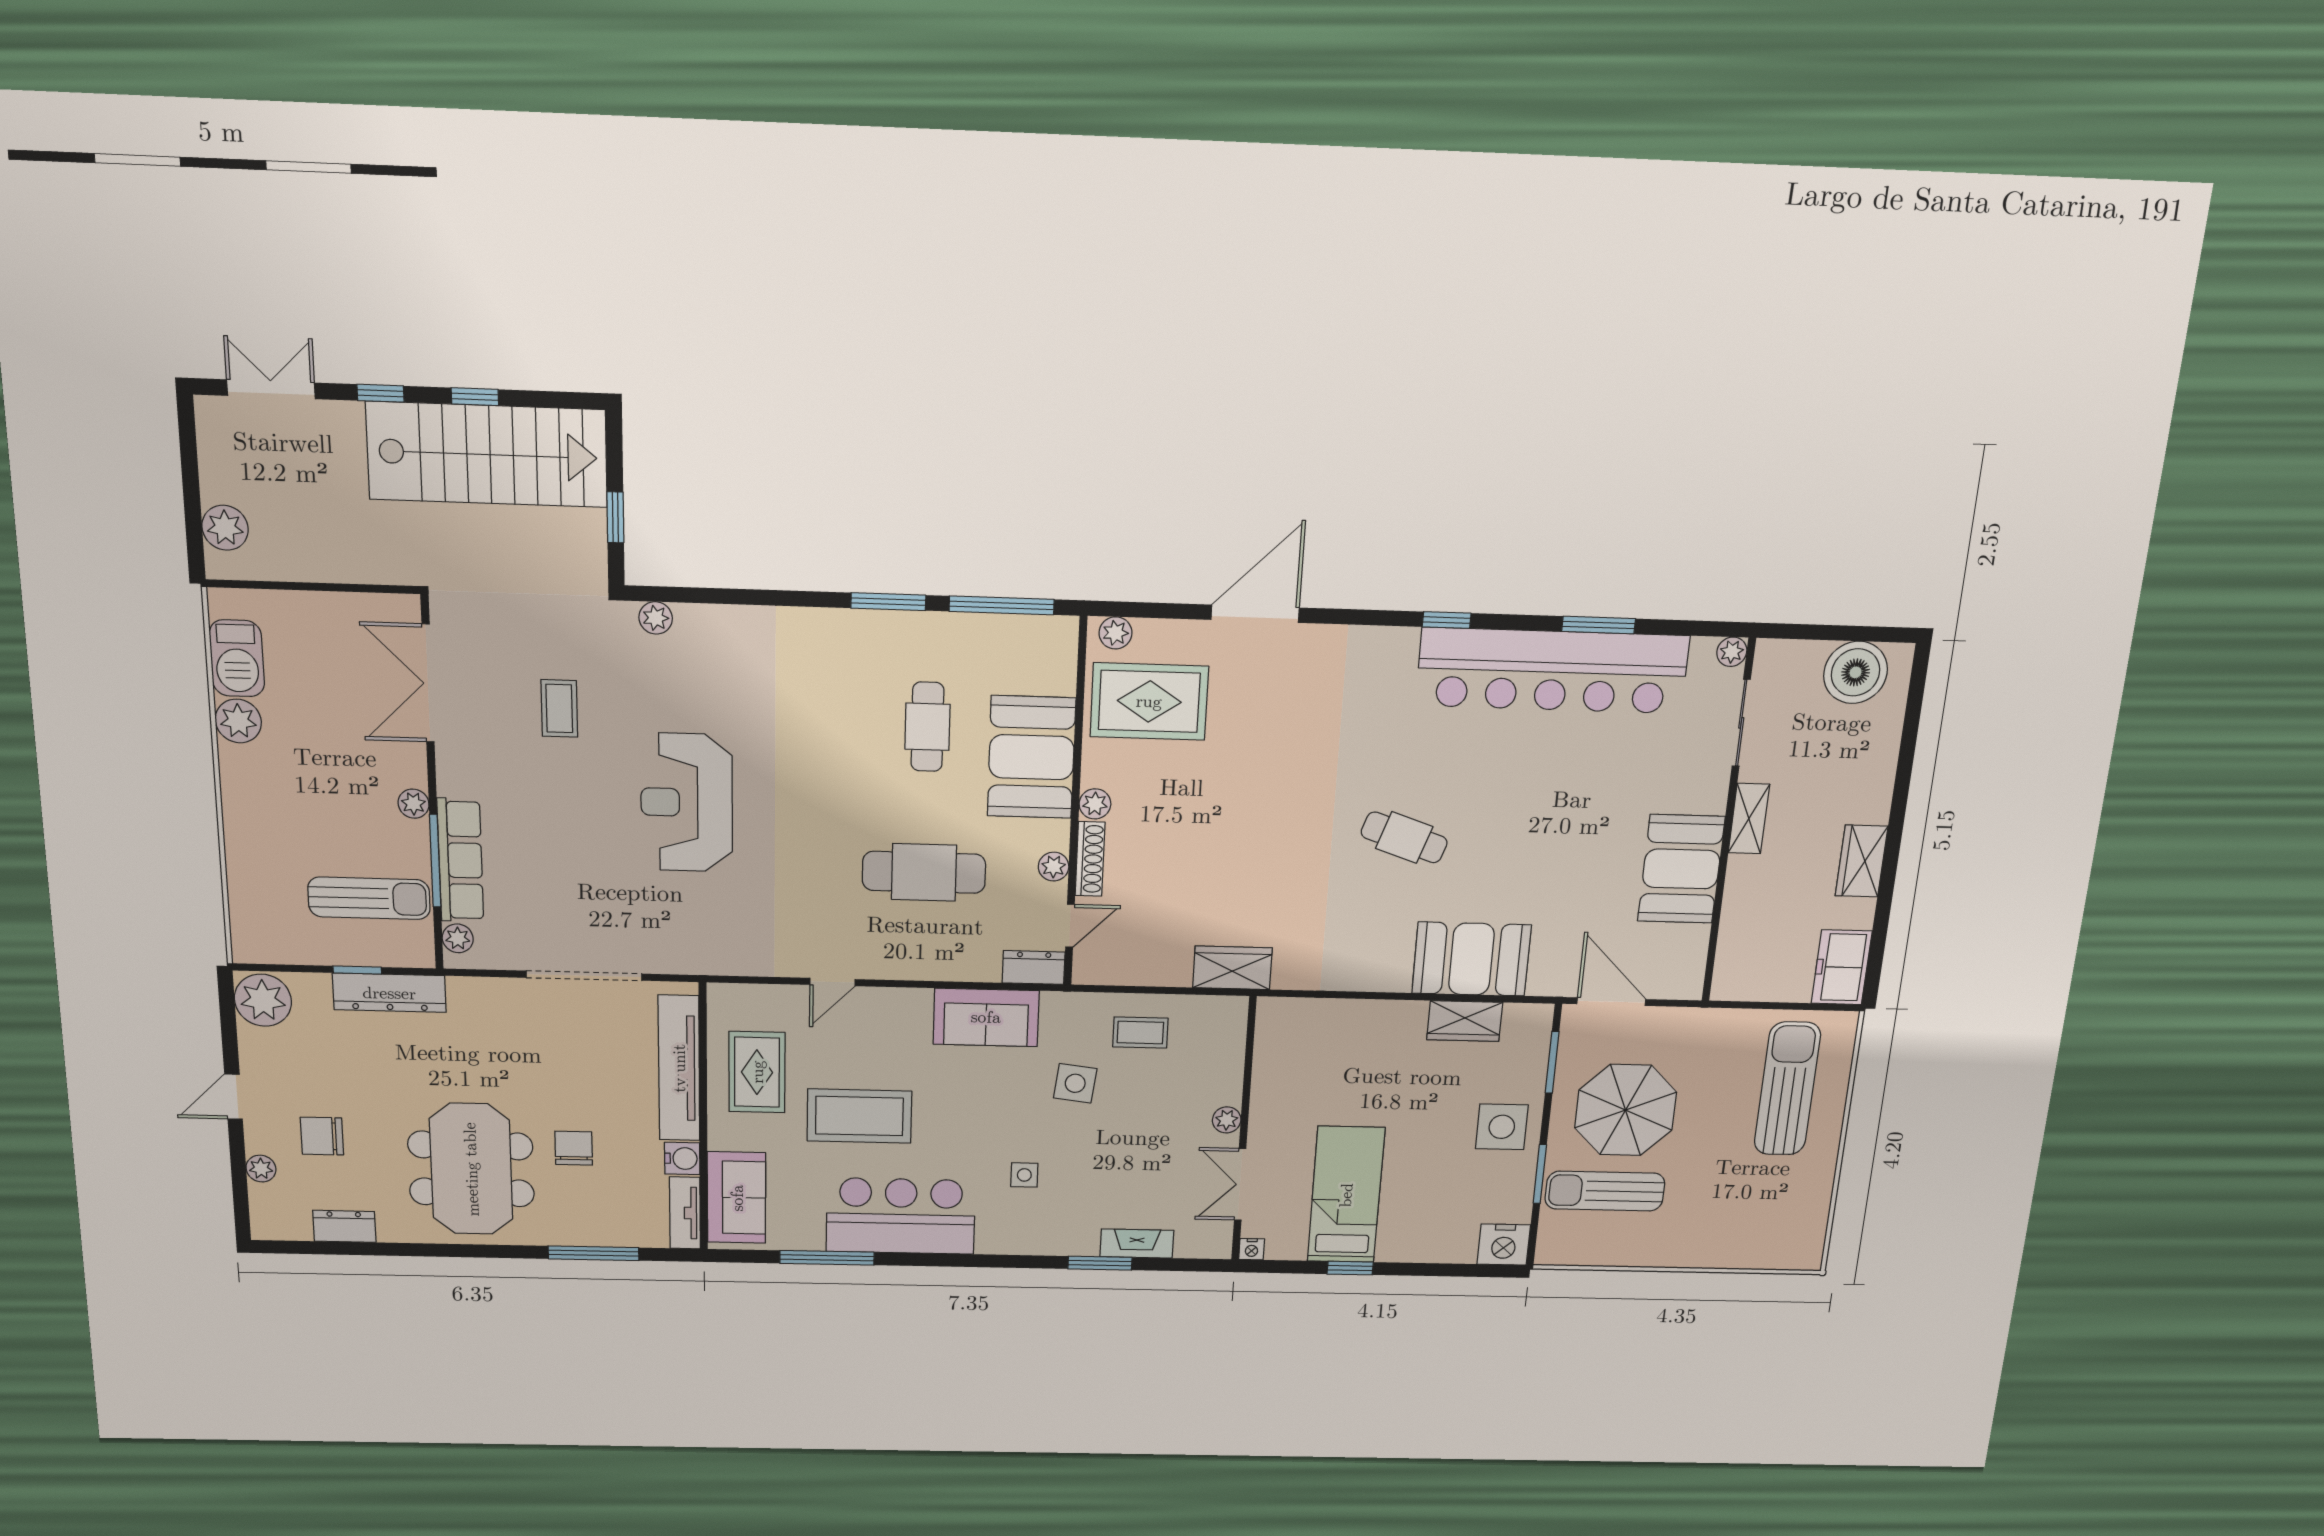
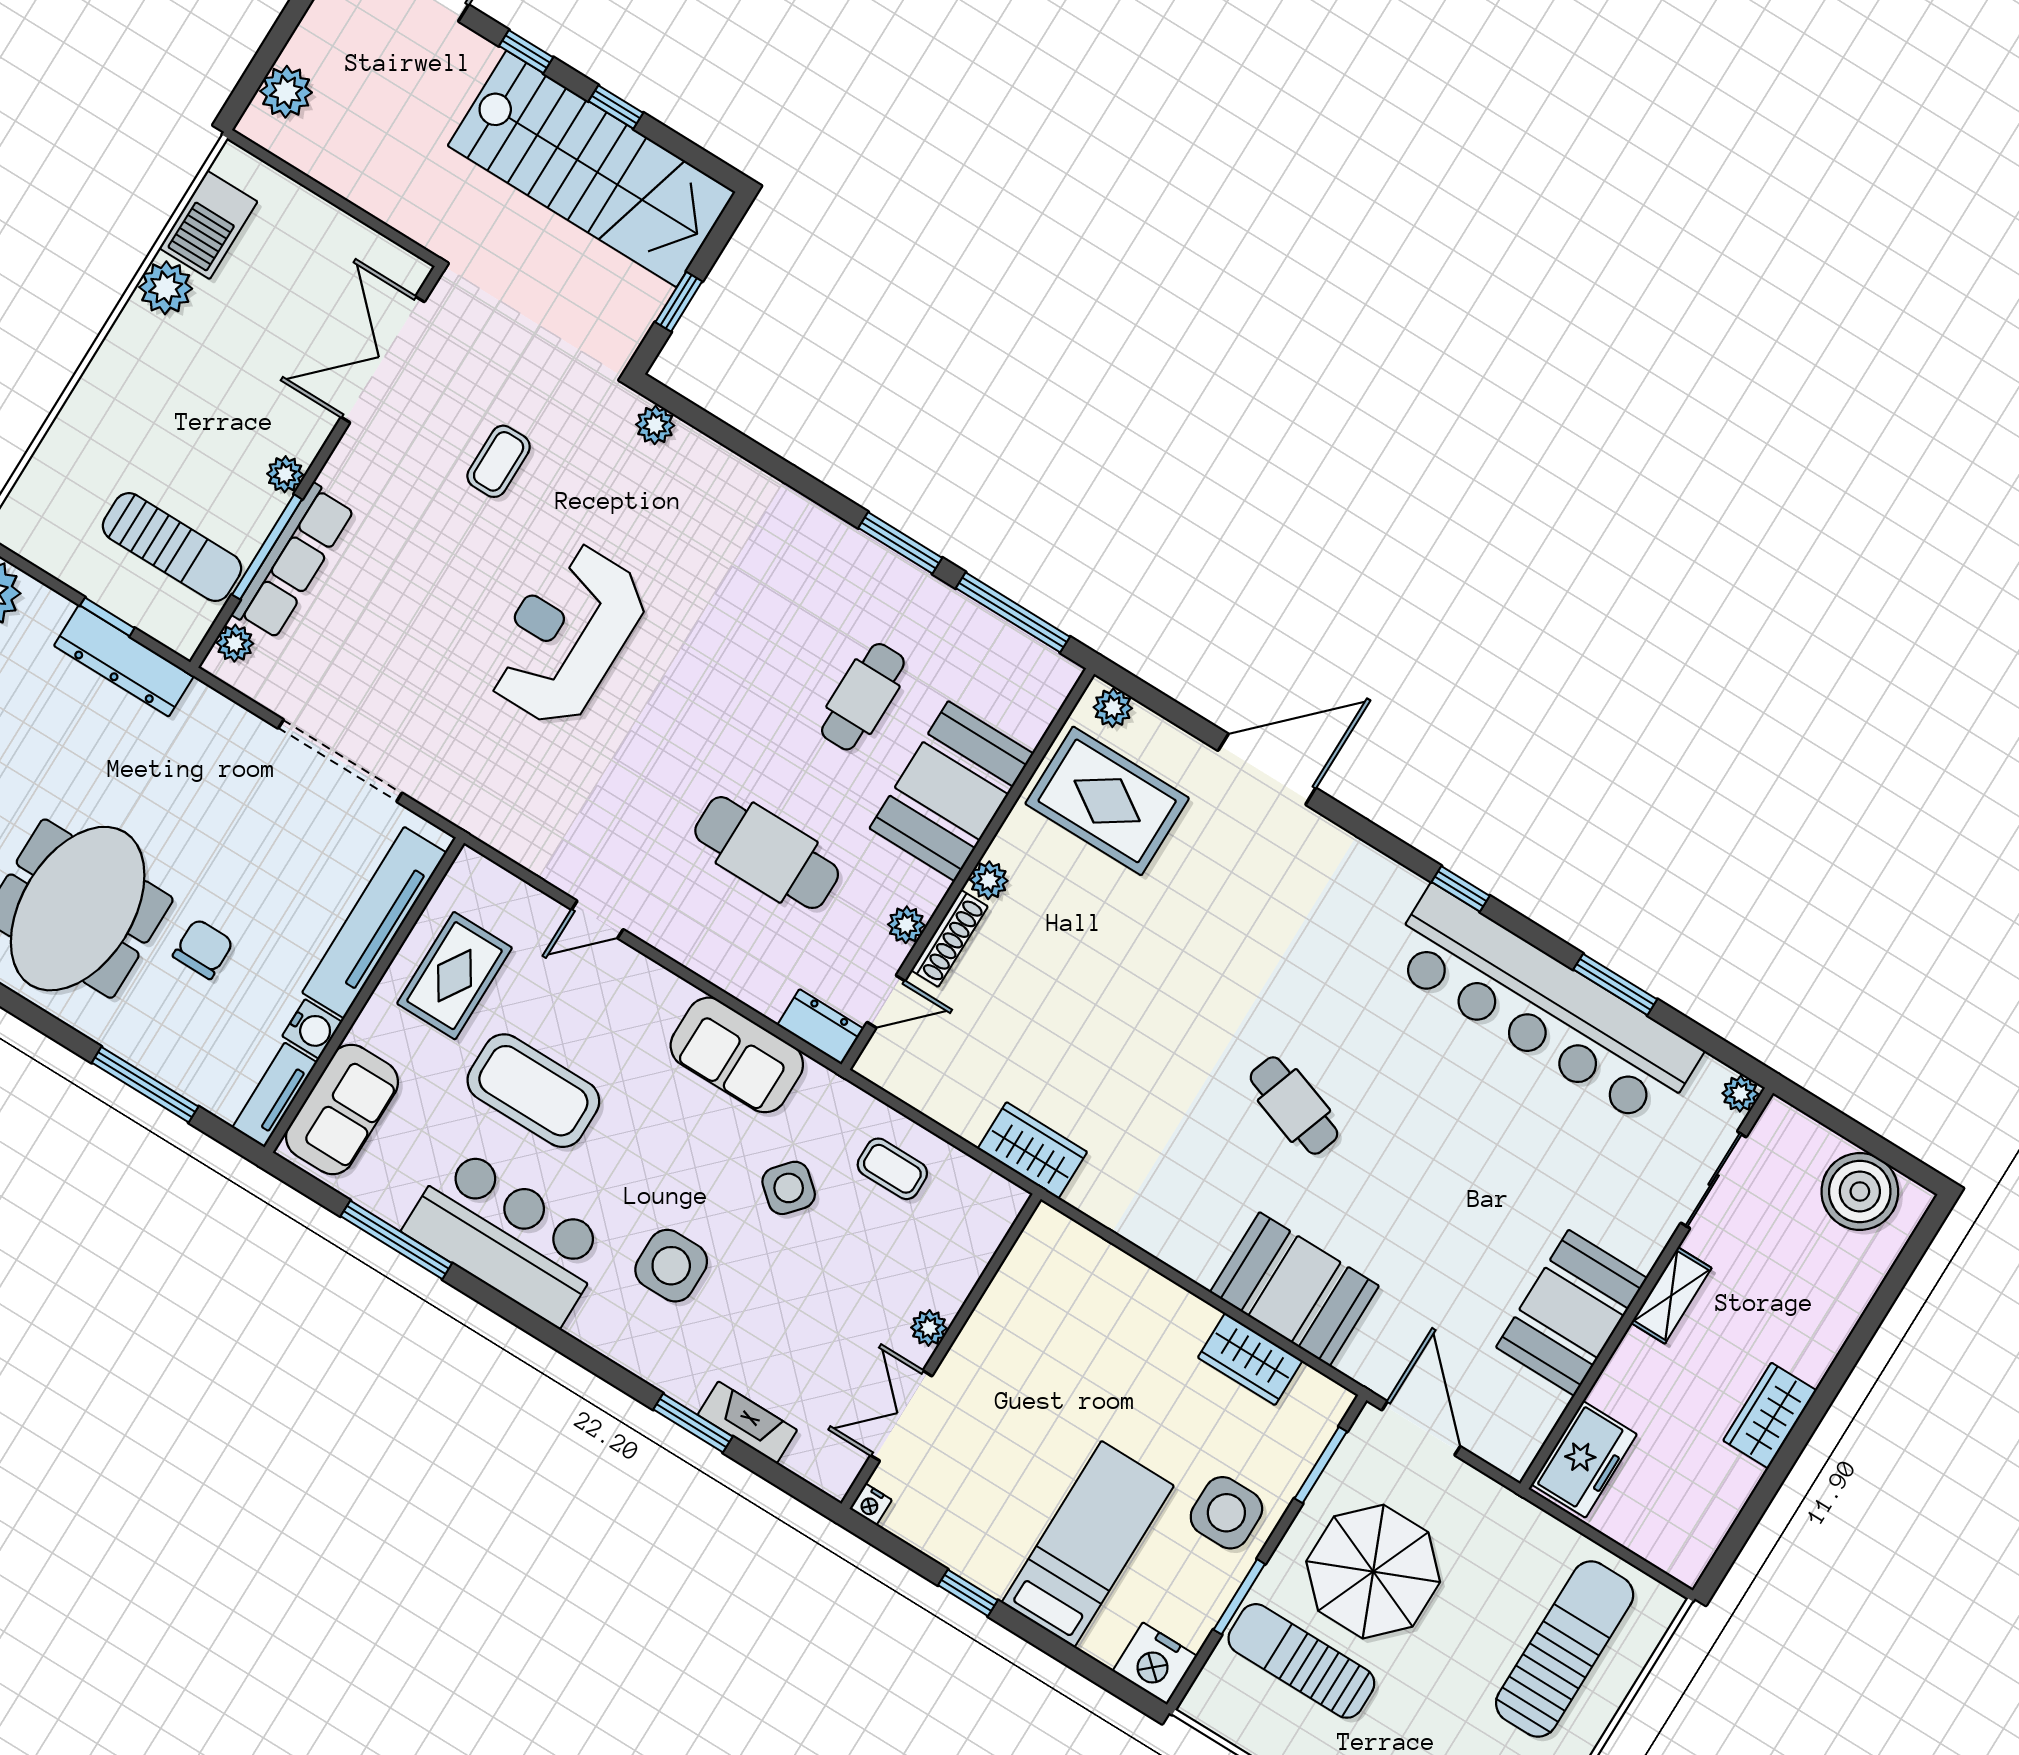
freezer: (1842, 967) -> (1584, 1459), moved, turned 180
side table: (1075, 1083) -> (789, 1188), turned 34
side table: (1024, 1175) -> (671, 1266), width x1.87, depth x1.87
bed: (1346, 1195) -> (1088, 1544), moved

